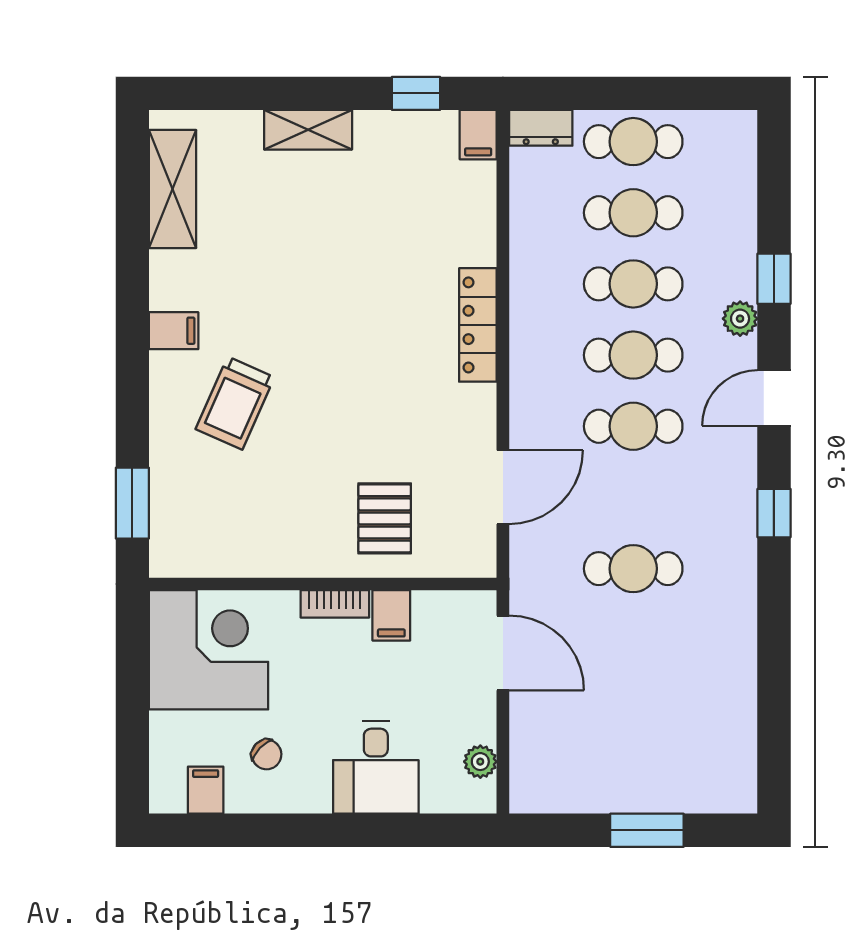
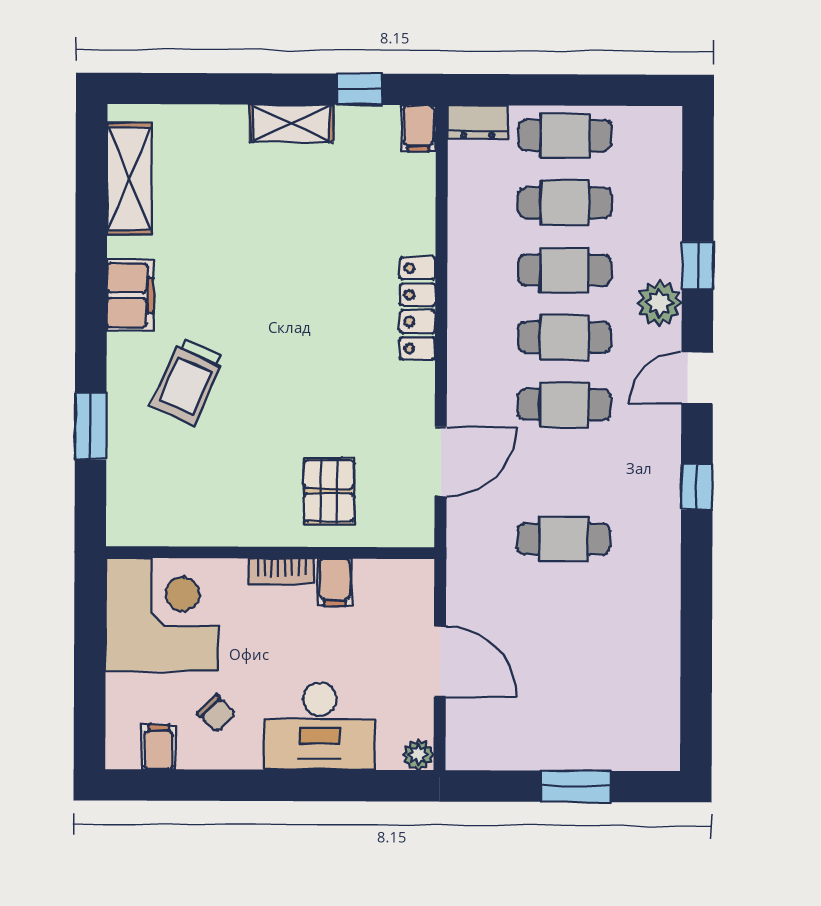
shelving: (308, 130) -> (291, 123), moved
plant: (740, 319) -> (659, 303), width x1.38, depth x1.38
filing cabinet: (174, 331) -> (130, 295), width x2.00
window: (132, 503) -> (91, 426), moved
door: (503, 653) -> (440, 661), moved
plant: (480, 762) -> (418, 755), moved
desk: (376, 768) -> (320, 726), width x1.37

